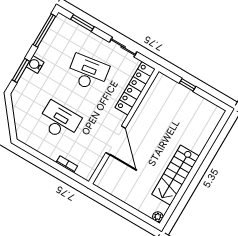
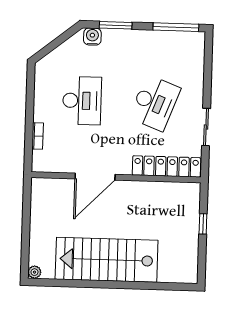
window: (82, 23) -> (208, 66), removed
water cooler: (35, 65) -> (92, 37), moved
desk: (88, 73) -> (155, 103), turned 30
stairs: (176, 175) -> (107, 260), width x1.36, depth x1.51

